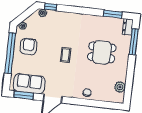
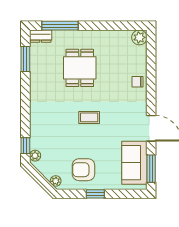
window: (10, 53) -> (95, 194), width x0.32
plant: (120, 87) -> (139, 37), moved

